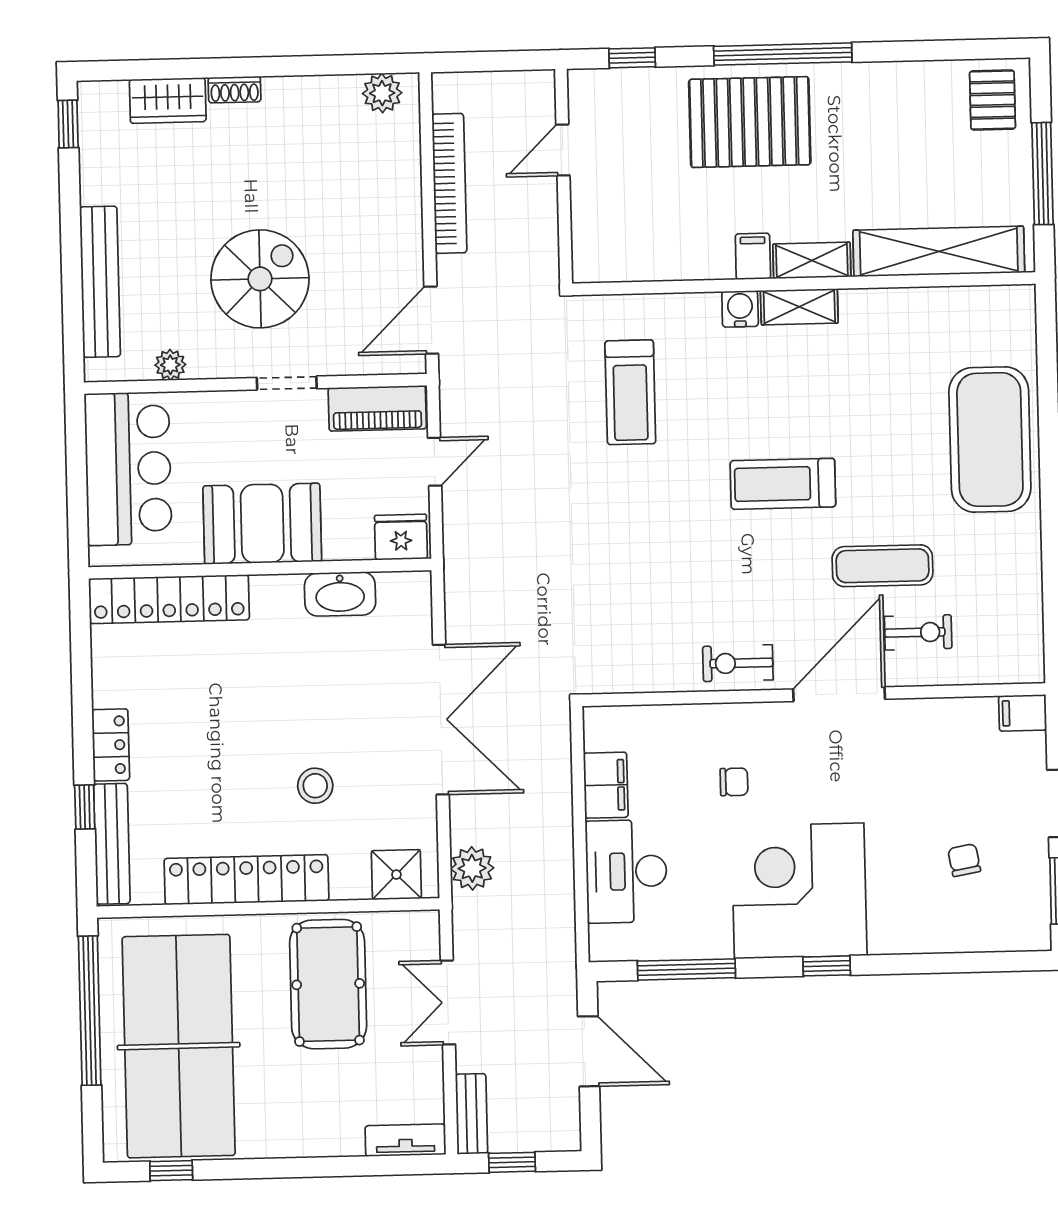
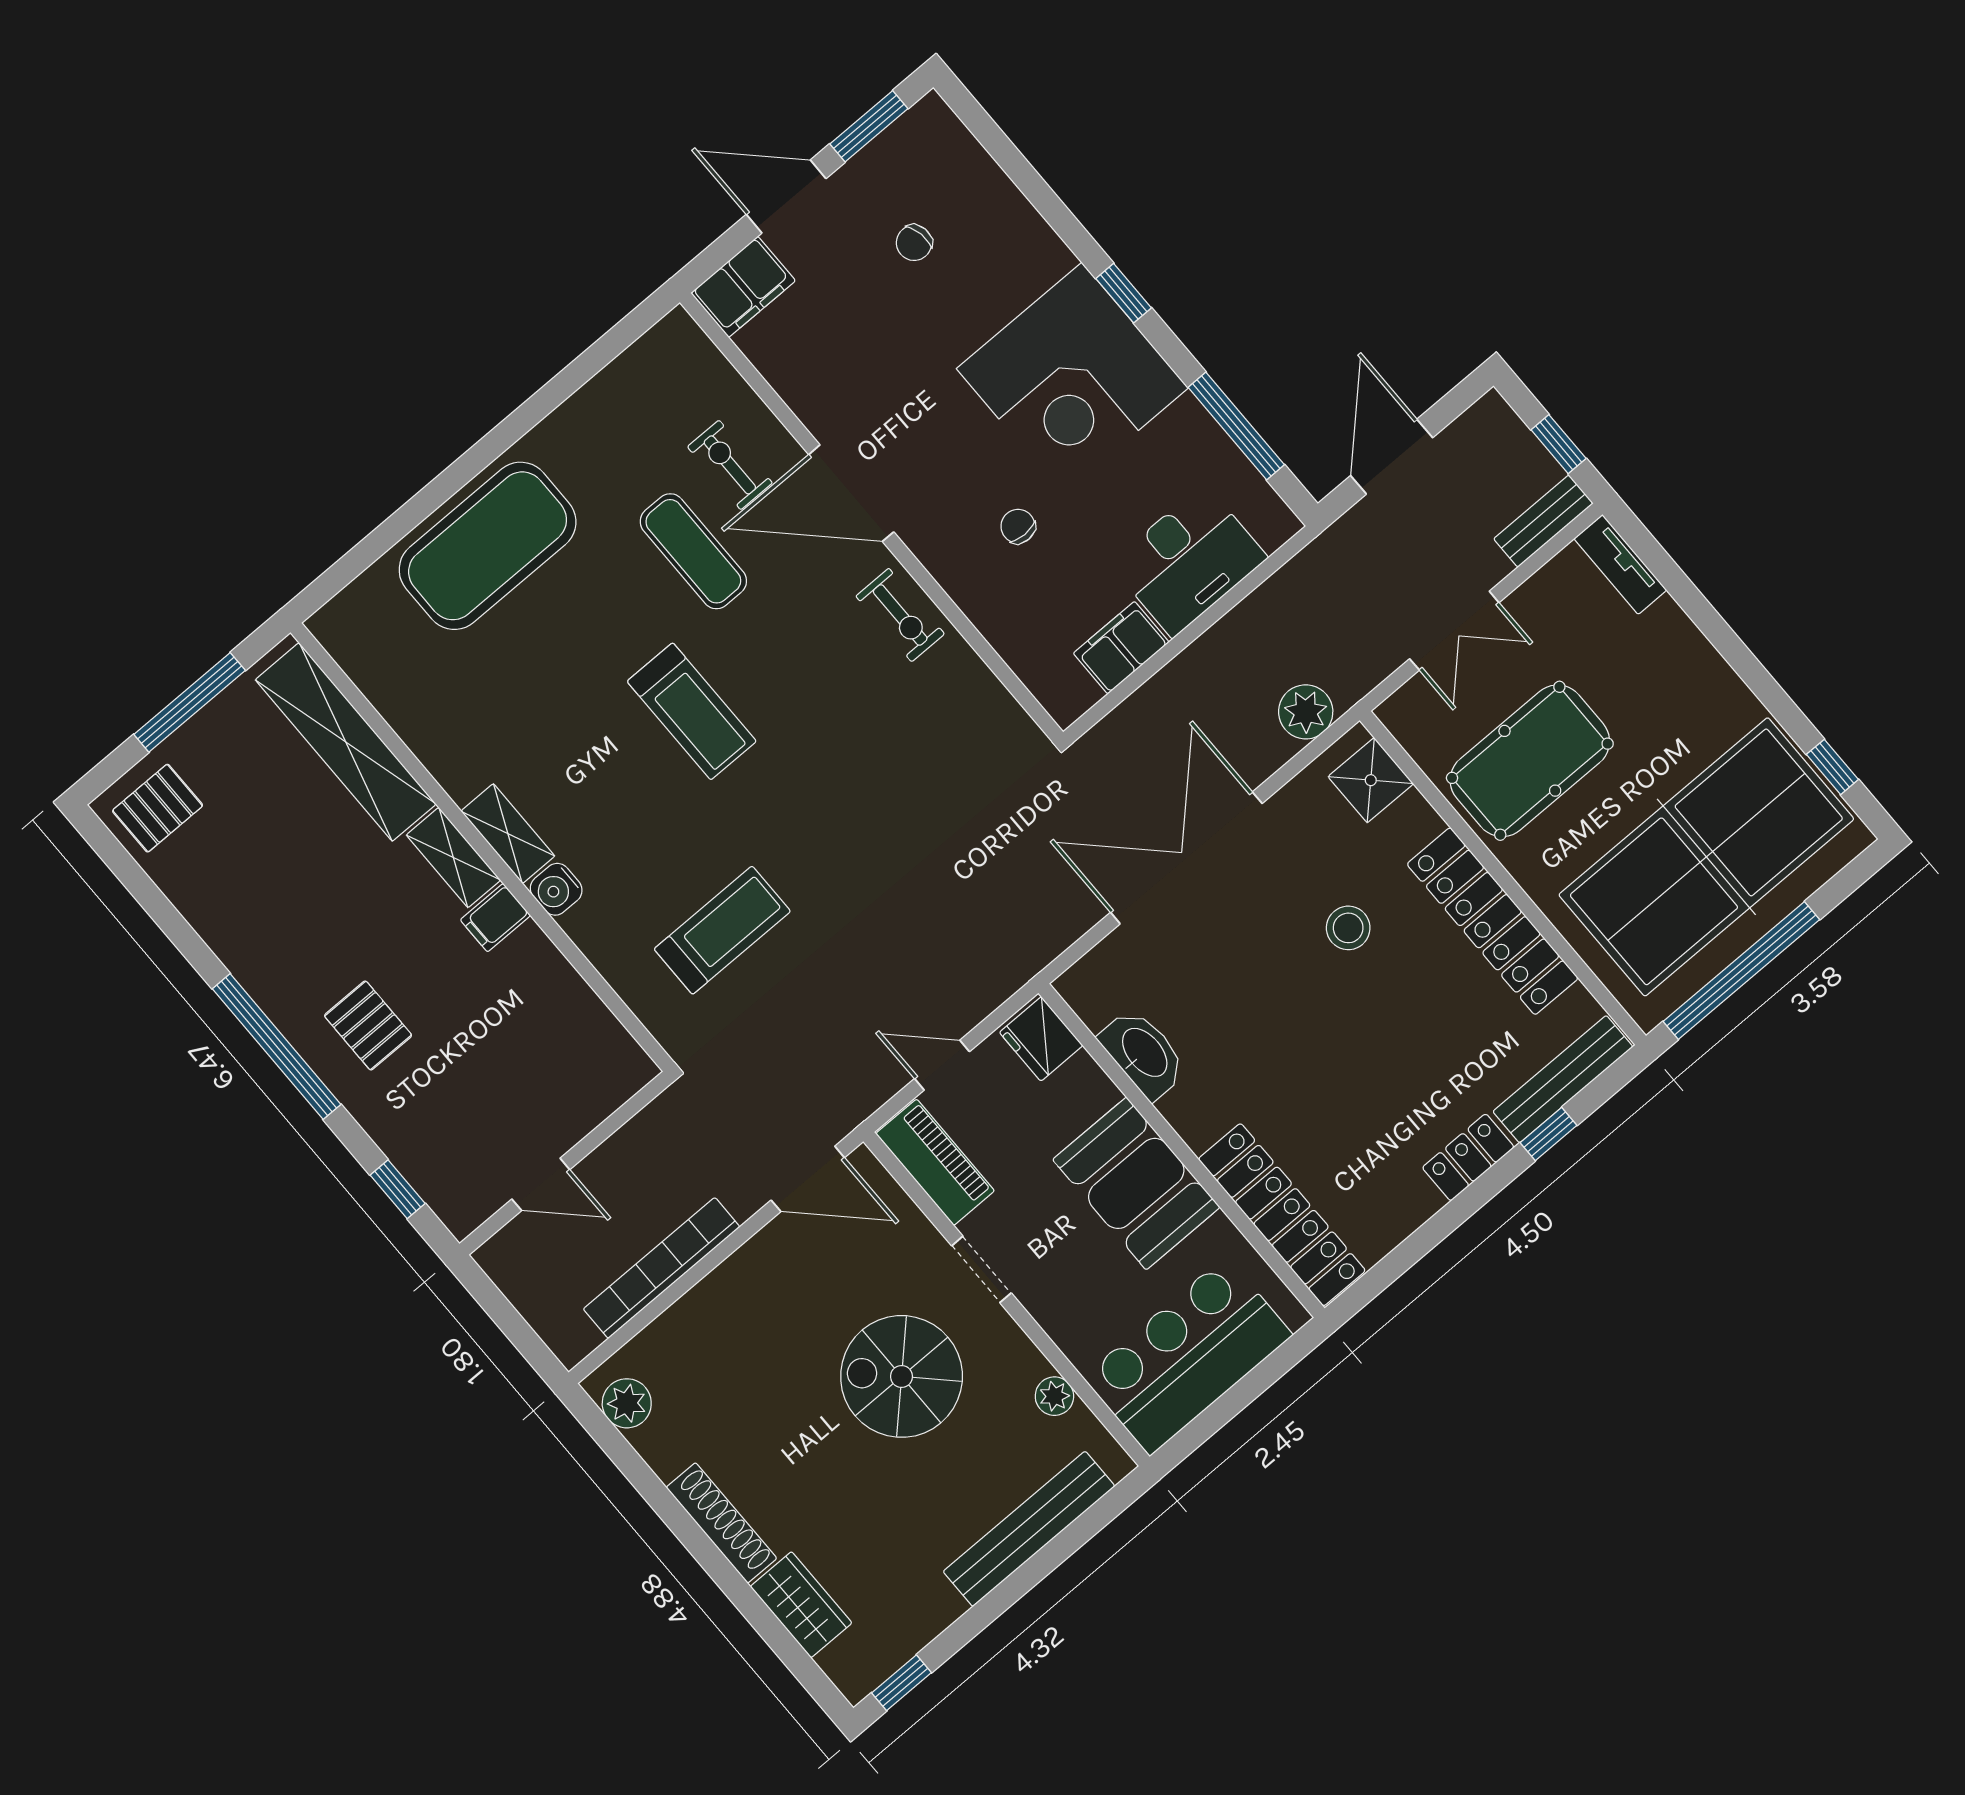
shoe rack: (235, 90) -> (721, 1523), width x1.94, depth x1.24
pallet: (750, 122) -> (368, 1026), width x0.49, depth x0.50
filing cabinet: (1023, 713) -> (743, 287), width x2.00

